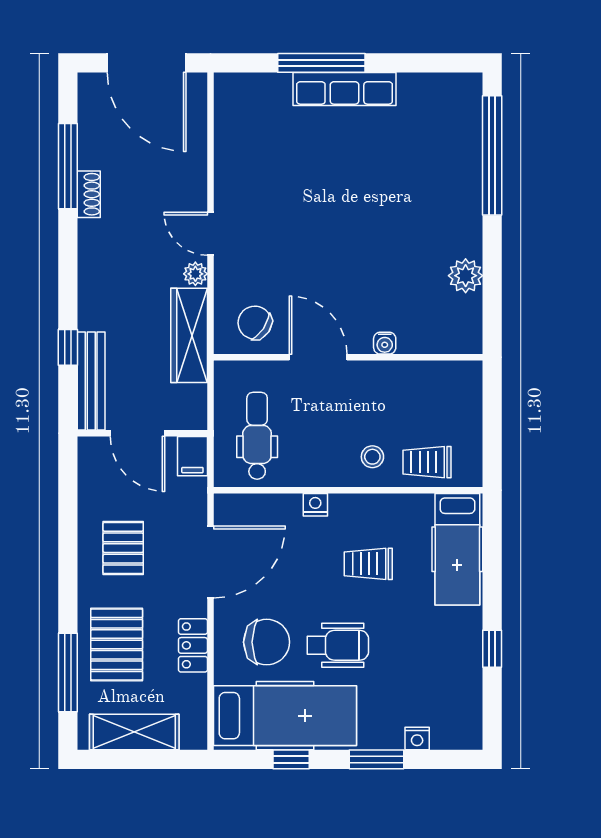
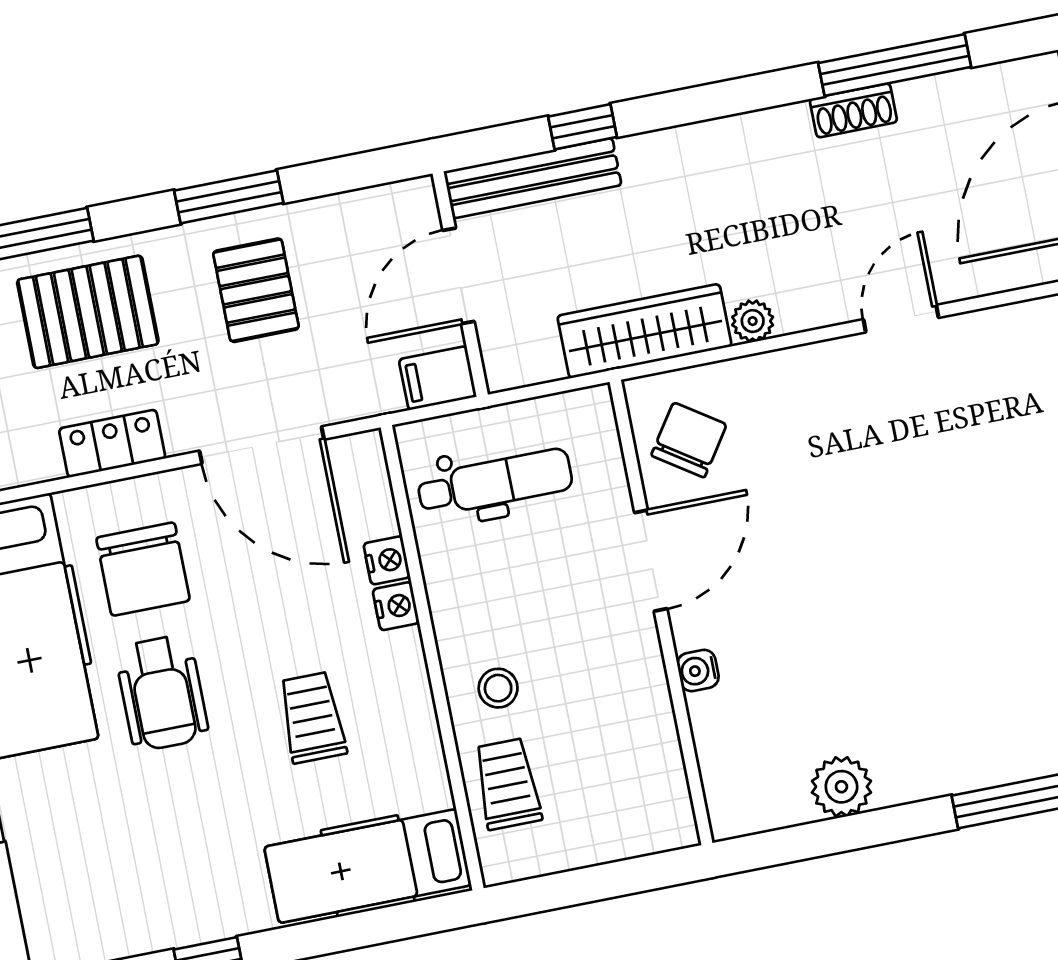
door: (210, 234) -> (901, 319), moved
pallet: (123, 548) -> (256, 290), turned 90
window: (68, 553) -> (229, 197), added
nightstand: (417, 738) -> (387, 560), moved, turned 180

